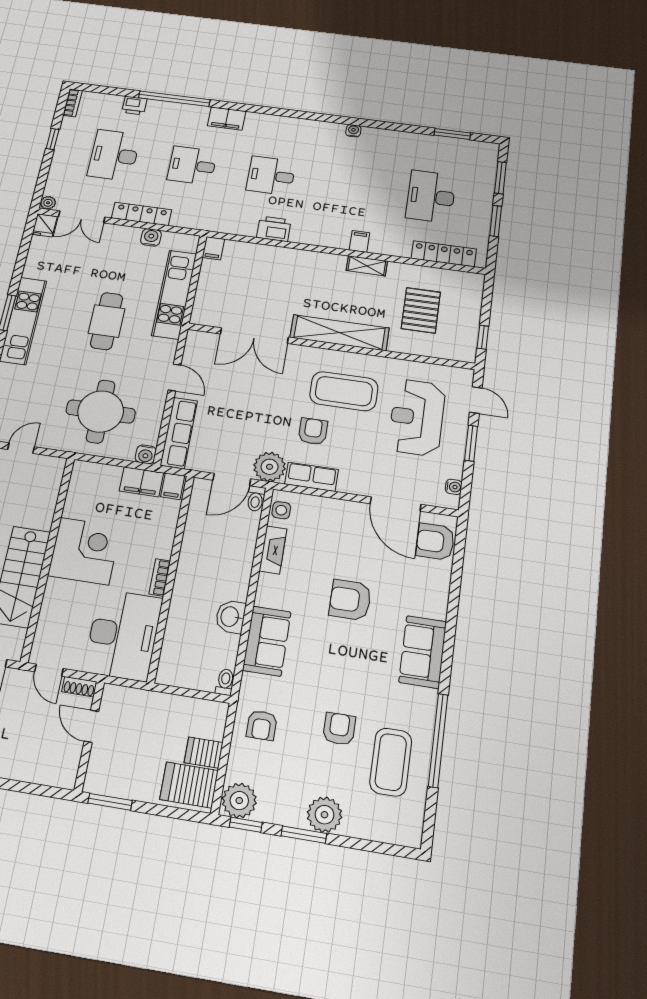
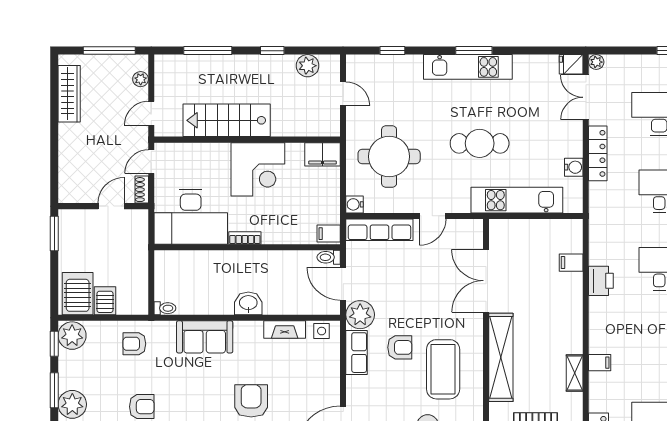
filing cabinet: (213, 248) -> (571, 263), moved
filing cabinet: (142, 482) -> (322, 154), moved, turned -90
toilet: (256, 499) -> (329, 257), moved
washbasin: (230, 617) -> (248, 303), moved

